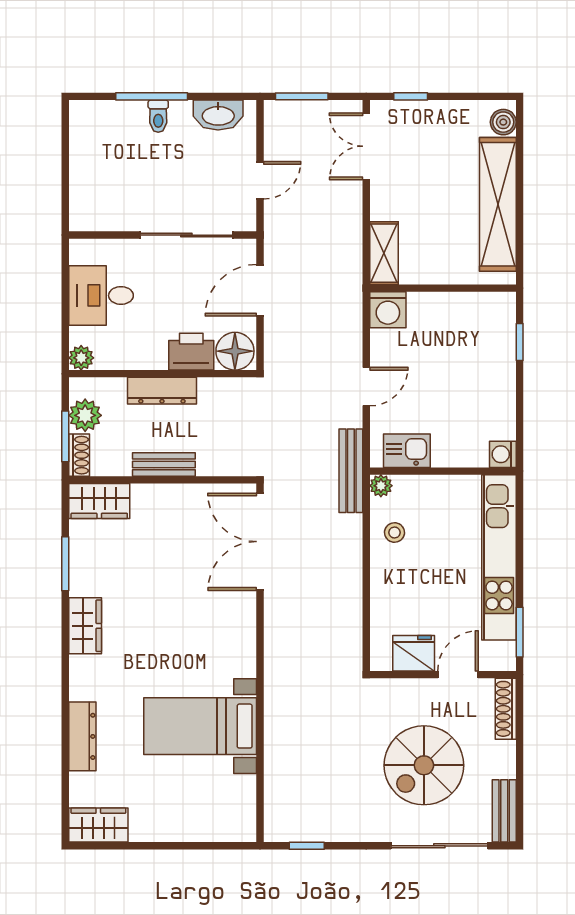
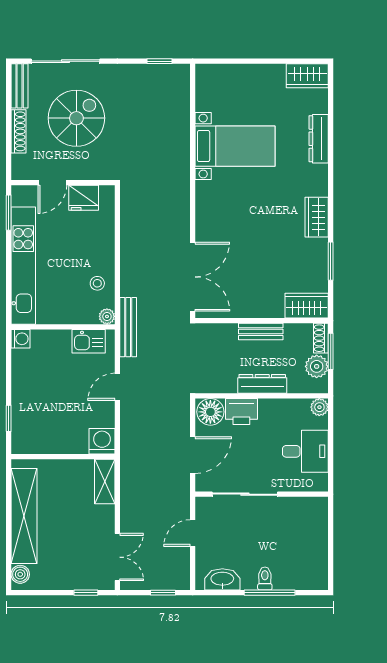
window: (302, 96) -> (163, 593), width x0.67
shoe rack: (506, 709) -> (18, 131), moved

